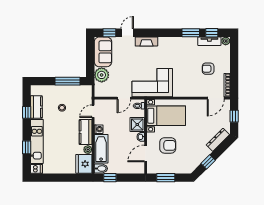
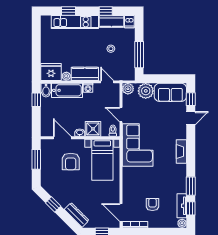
door: (127, 33) -> (191, 118), hinge flipped
fireplace: (146, 42) -> (181, 152), moved
plant: (100, 92) -> (128, 89), added
dishwasher: (37, 169) -> (129, 22), moved

